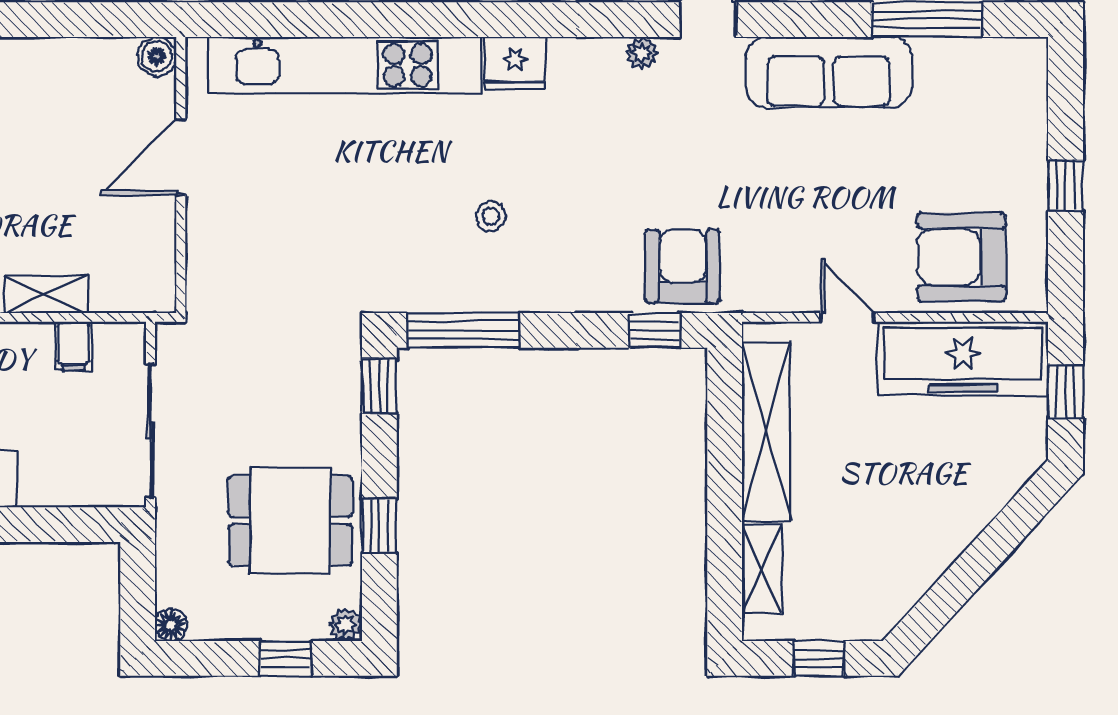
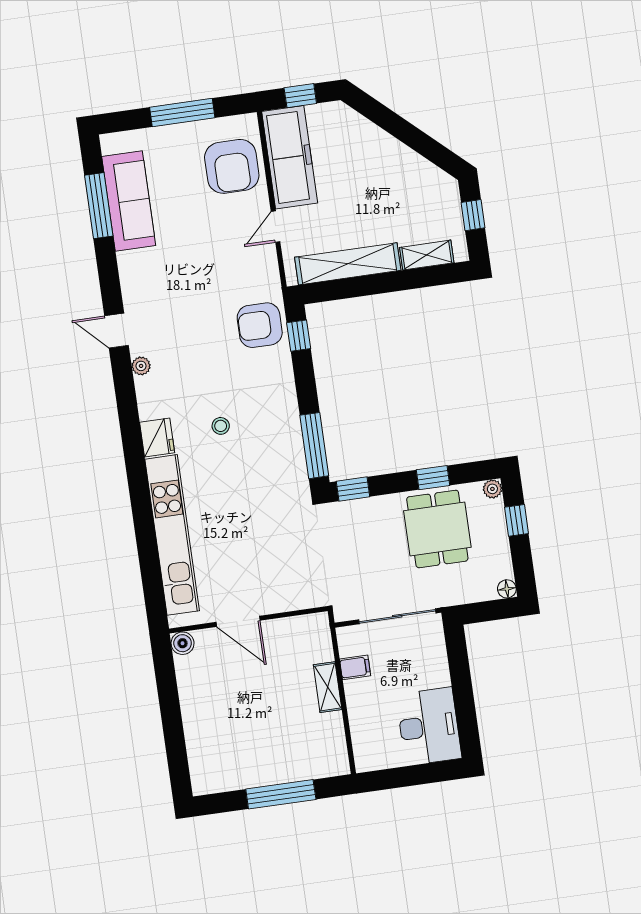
sofa: (829, 72) -> (129, 201), moved
window: (1066, 185) -> (182, 113), width x2.17
stool: (491, 216) -> (221, 426), moved

